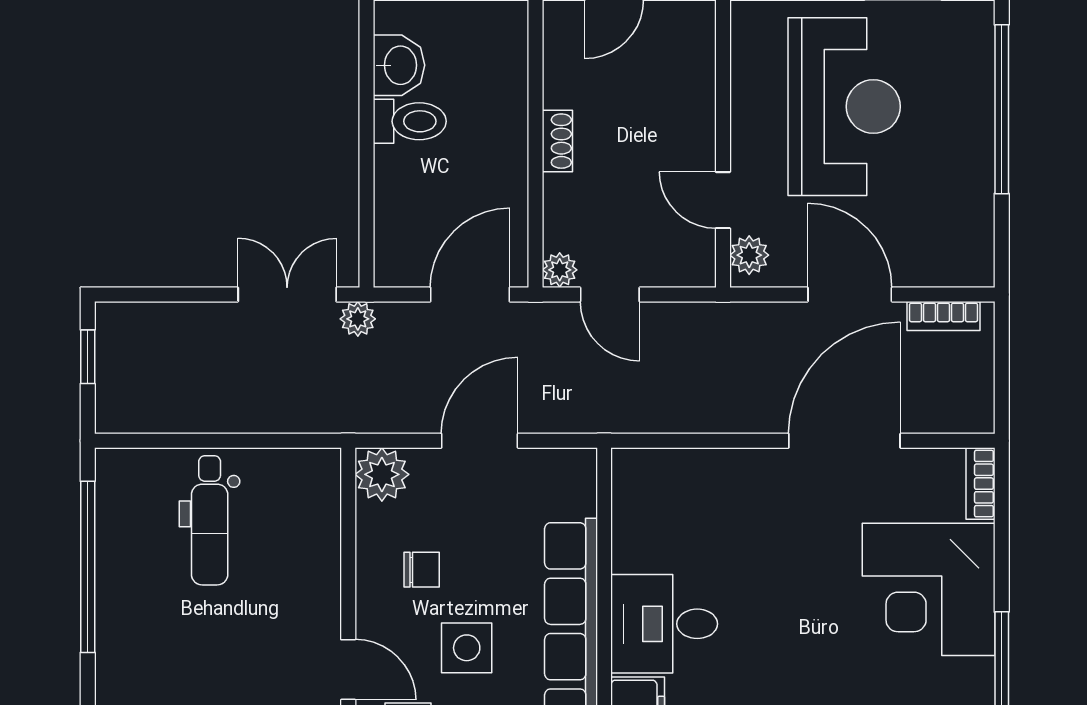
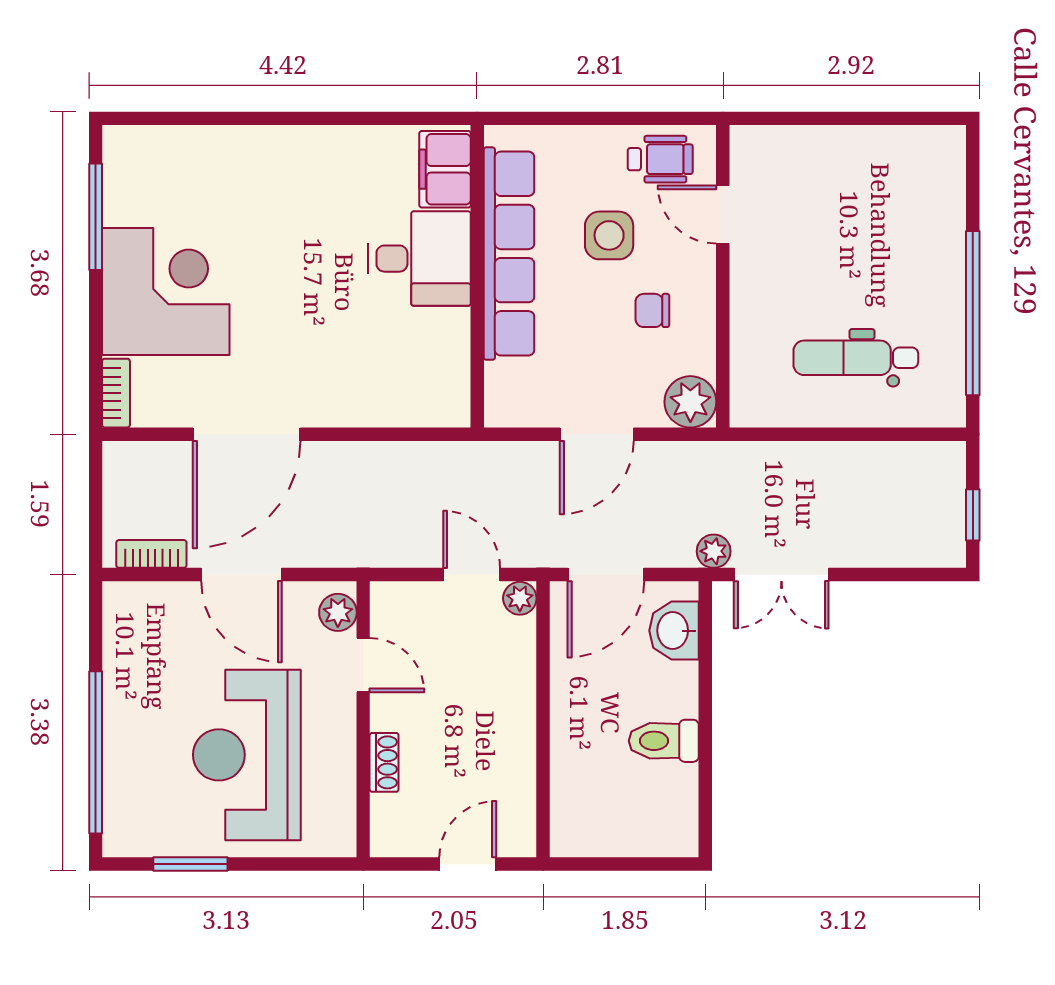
washbasin: (399, 65) -> (674, 631), moved
shoe rack: (557, 141) -> (384, 762), moved, turned 180
dental chair: (210, 520) -> (856, 358), turned -90

